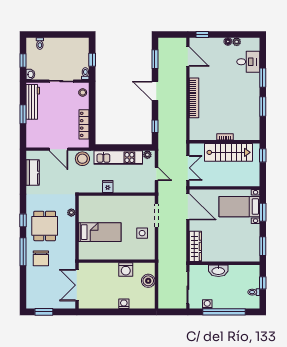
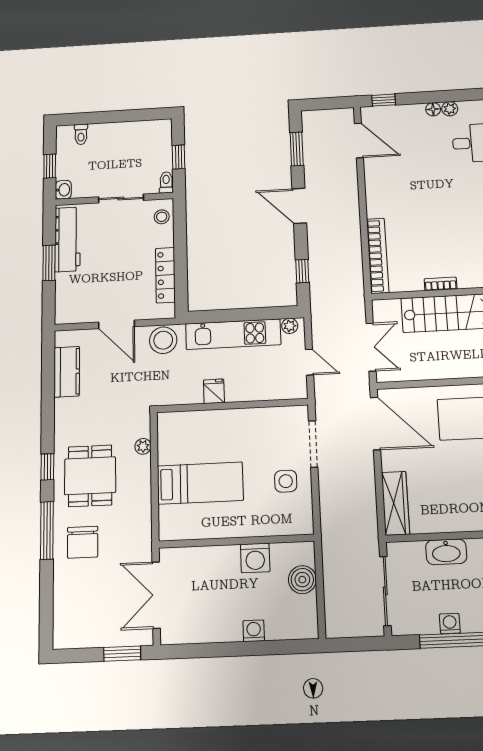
bookcase: (194, 98) -> (378, 256), moved
washing machine: (207, 304) -> (450, 624), moved
window: (44, 312) -> (122, 654), moved

